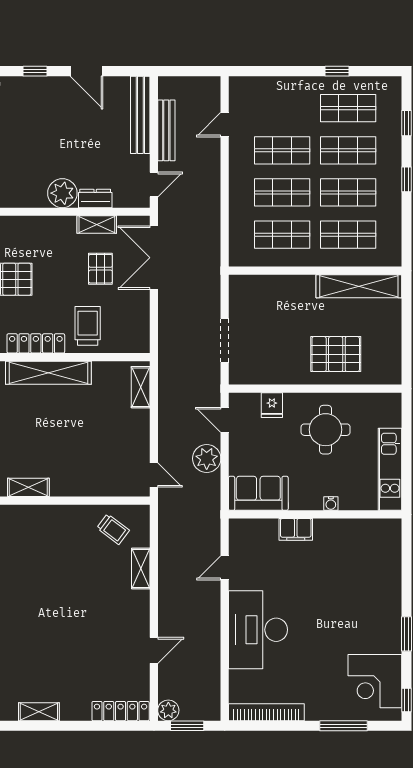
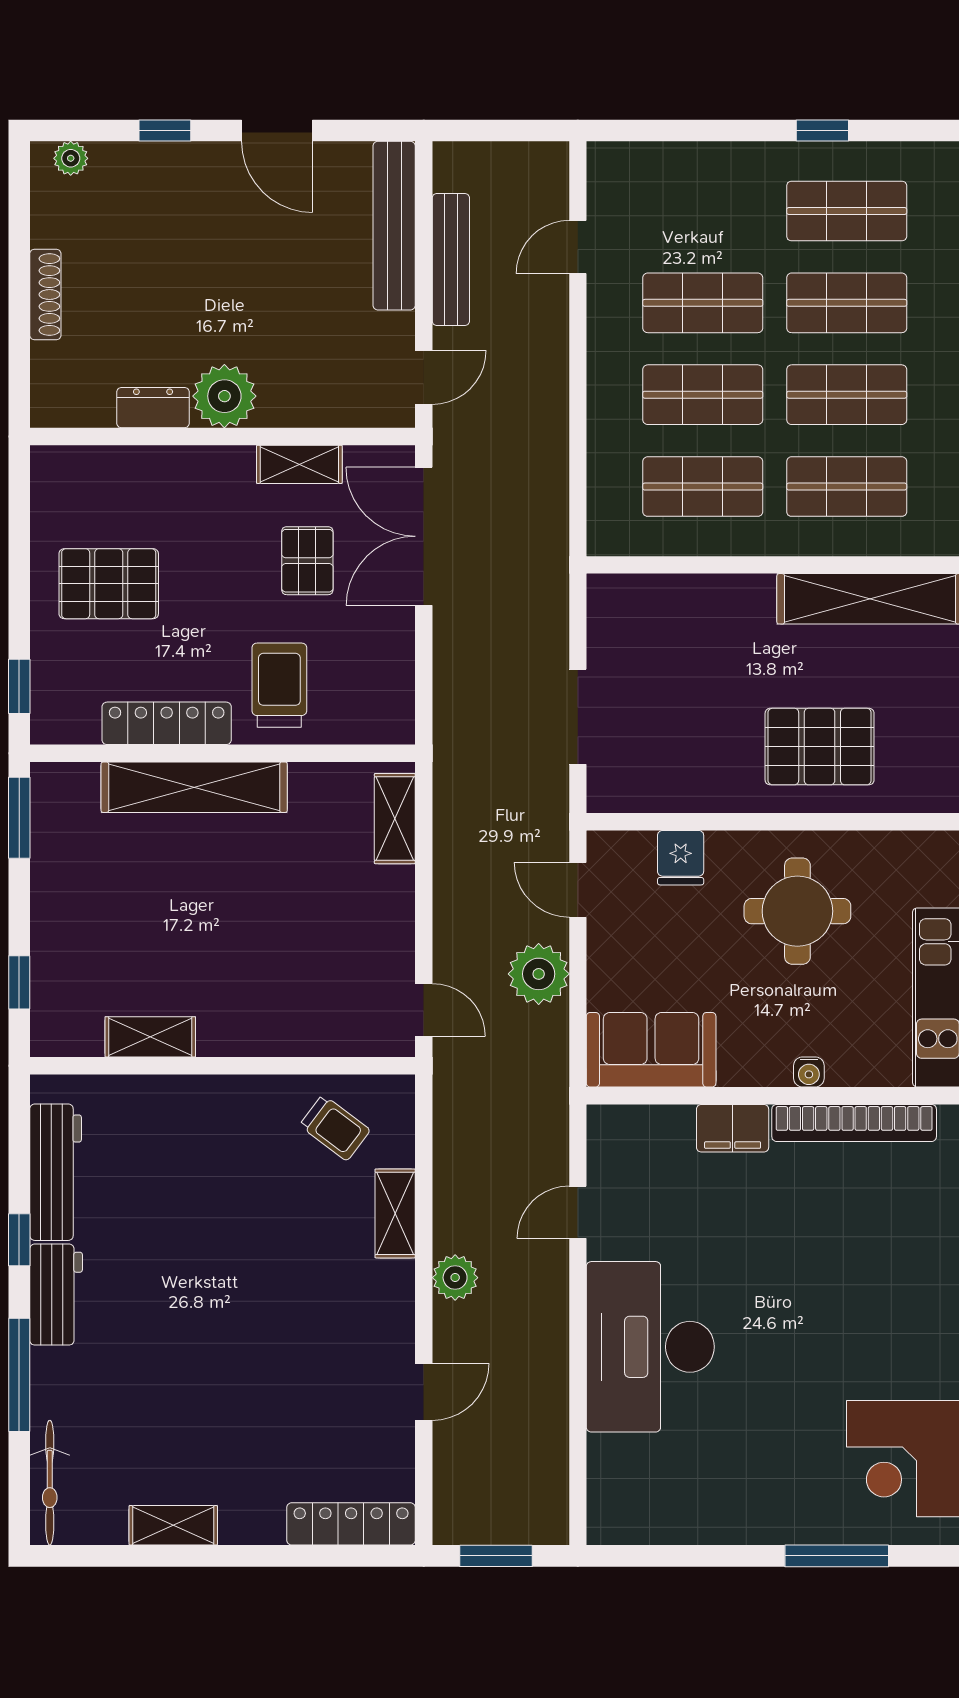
dresser: (95, 198) -> (153, 408), moved
plant: (168, 710) -> (455, 1278), moved
bookcase: (266, 712) -> (854, 1123), moved, turned 180

